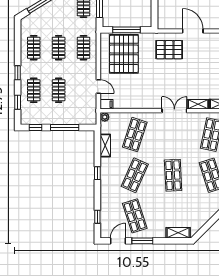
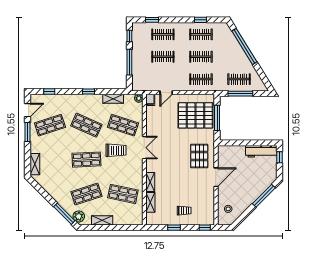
window: (18, 73) -> (201, 20), moved
double door: (174, 111) -> (144, 148), moved
trolley: (163, 142) -> (116, 150), added
door: (118, 241) -> (27, 110), hinge flipped

